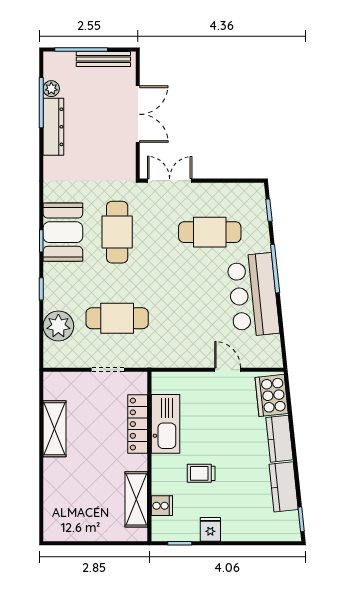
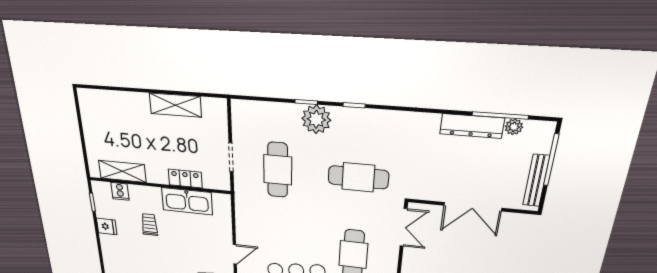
booth: (63, 232) -> (361, 127), removed
plant: (58, 326) -> (316, 119), moved
locker: (138, 424) -> (185, 179), width x0.66

